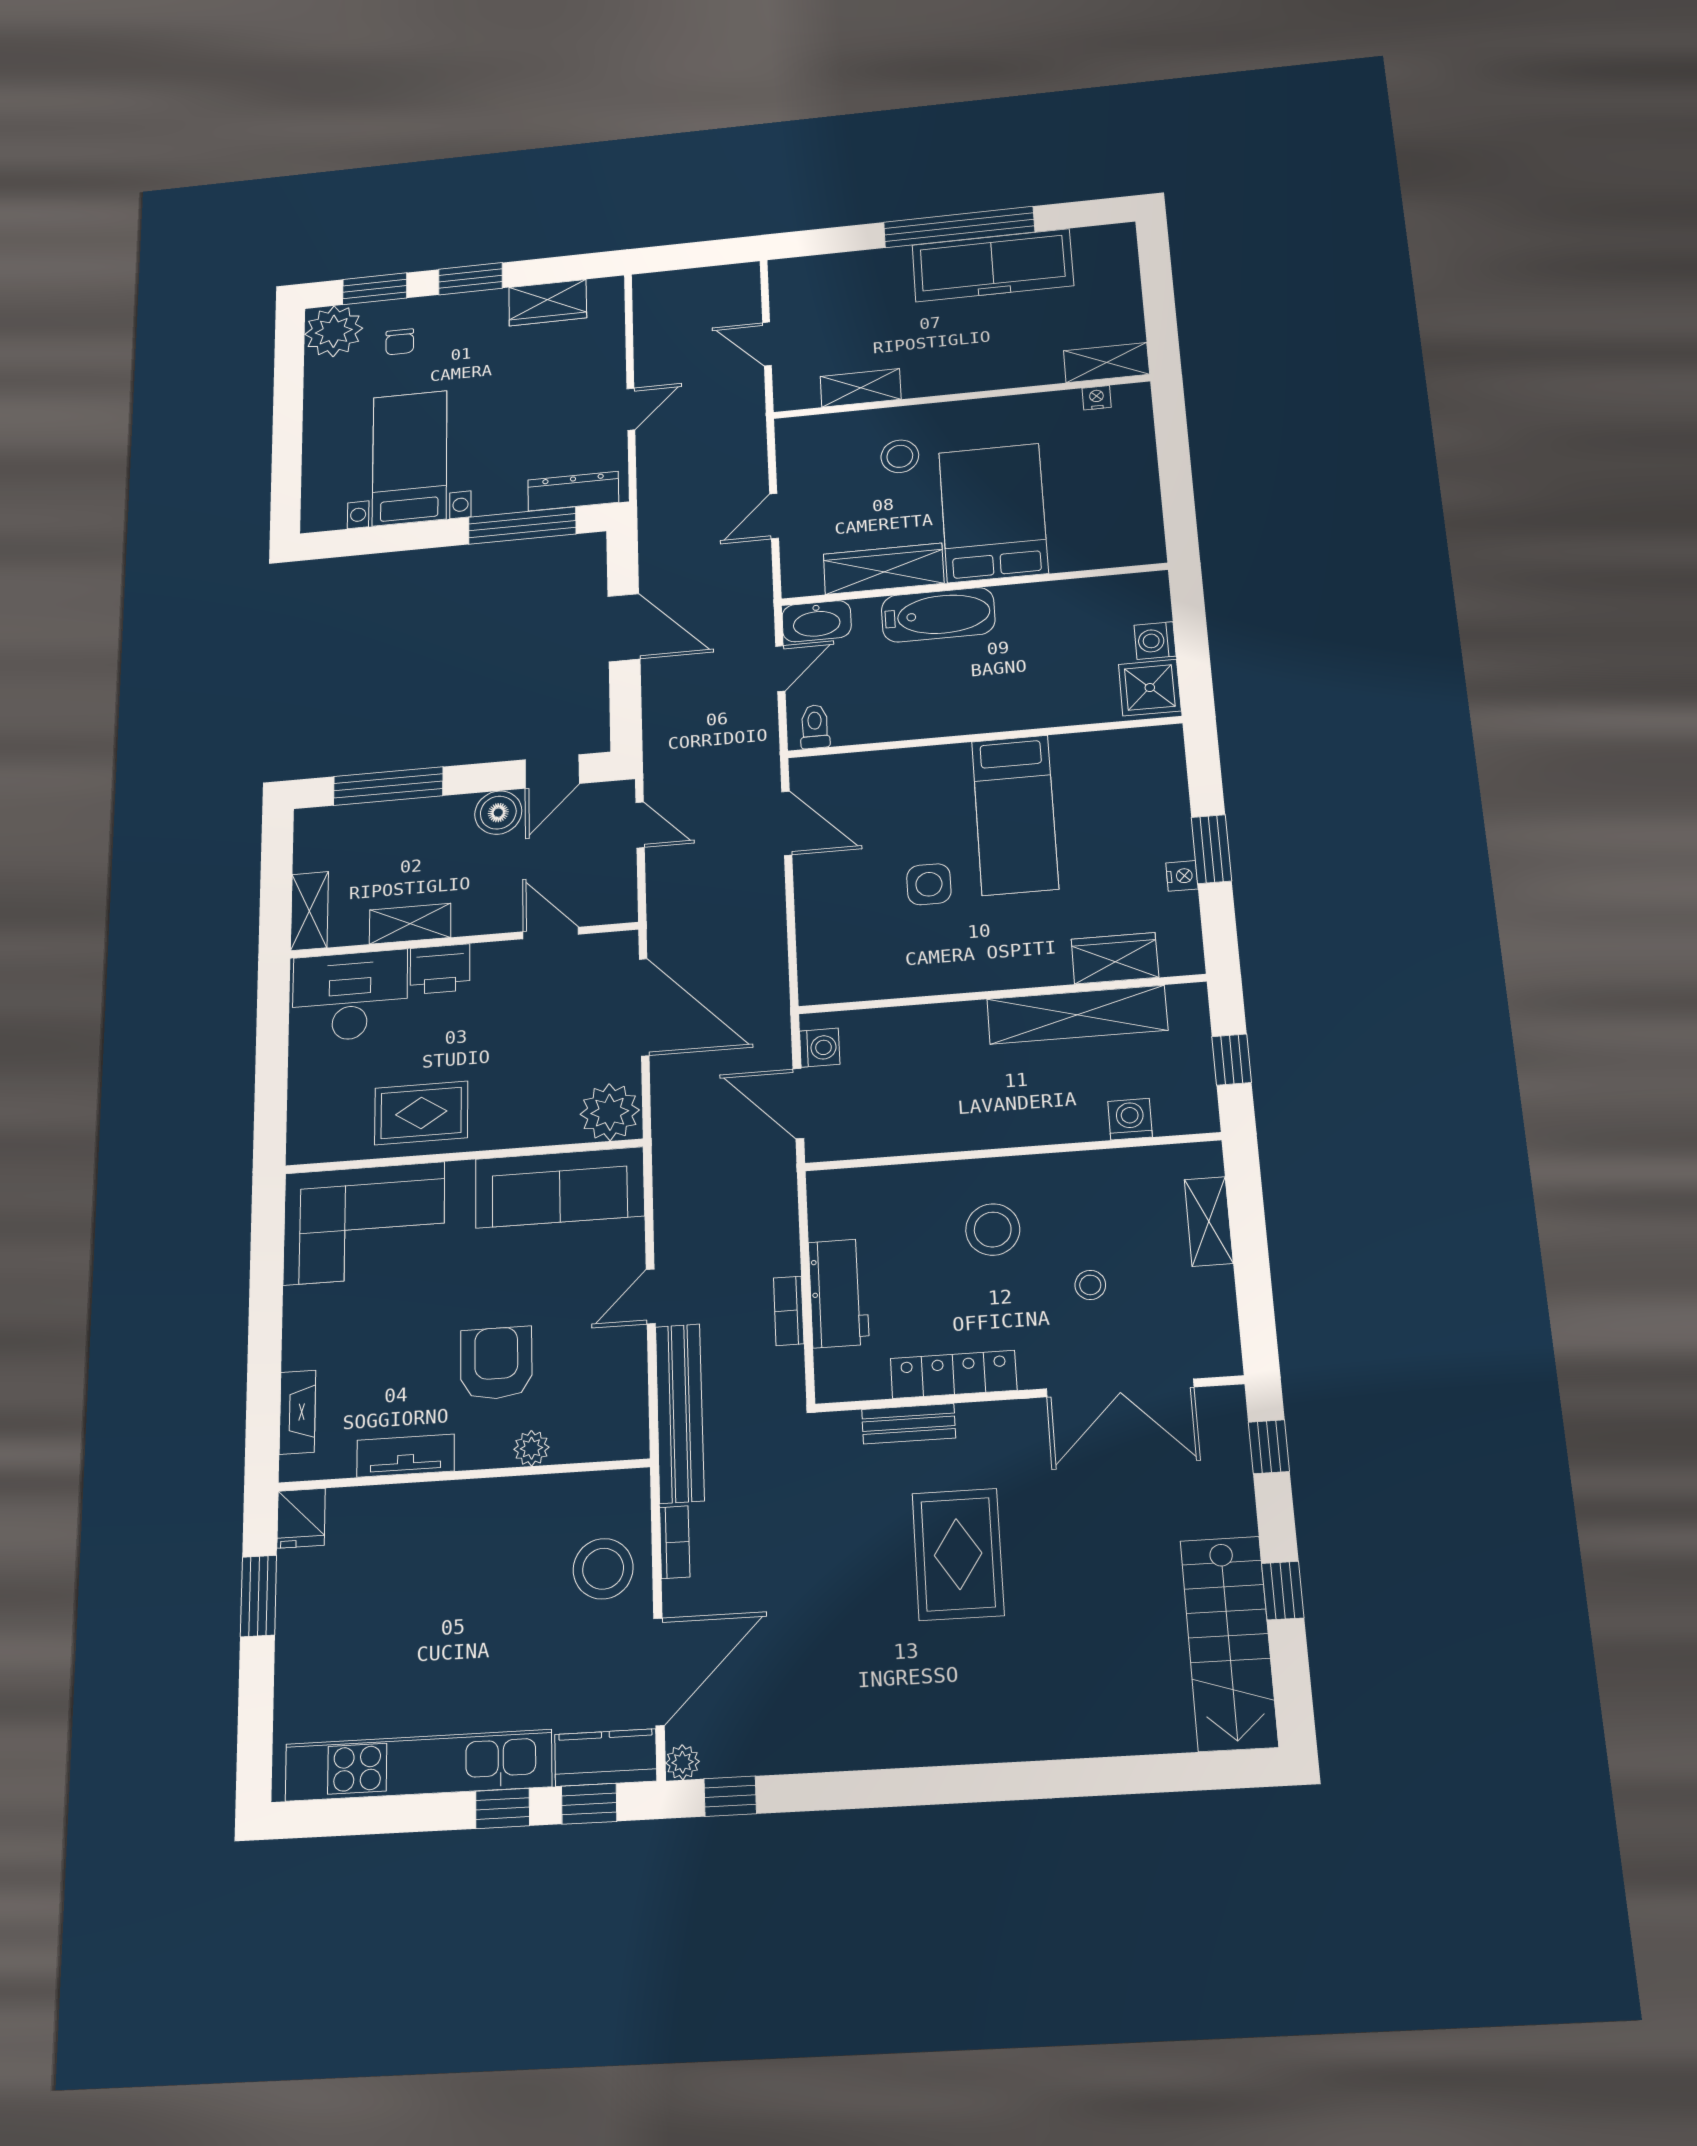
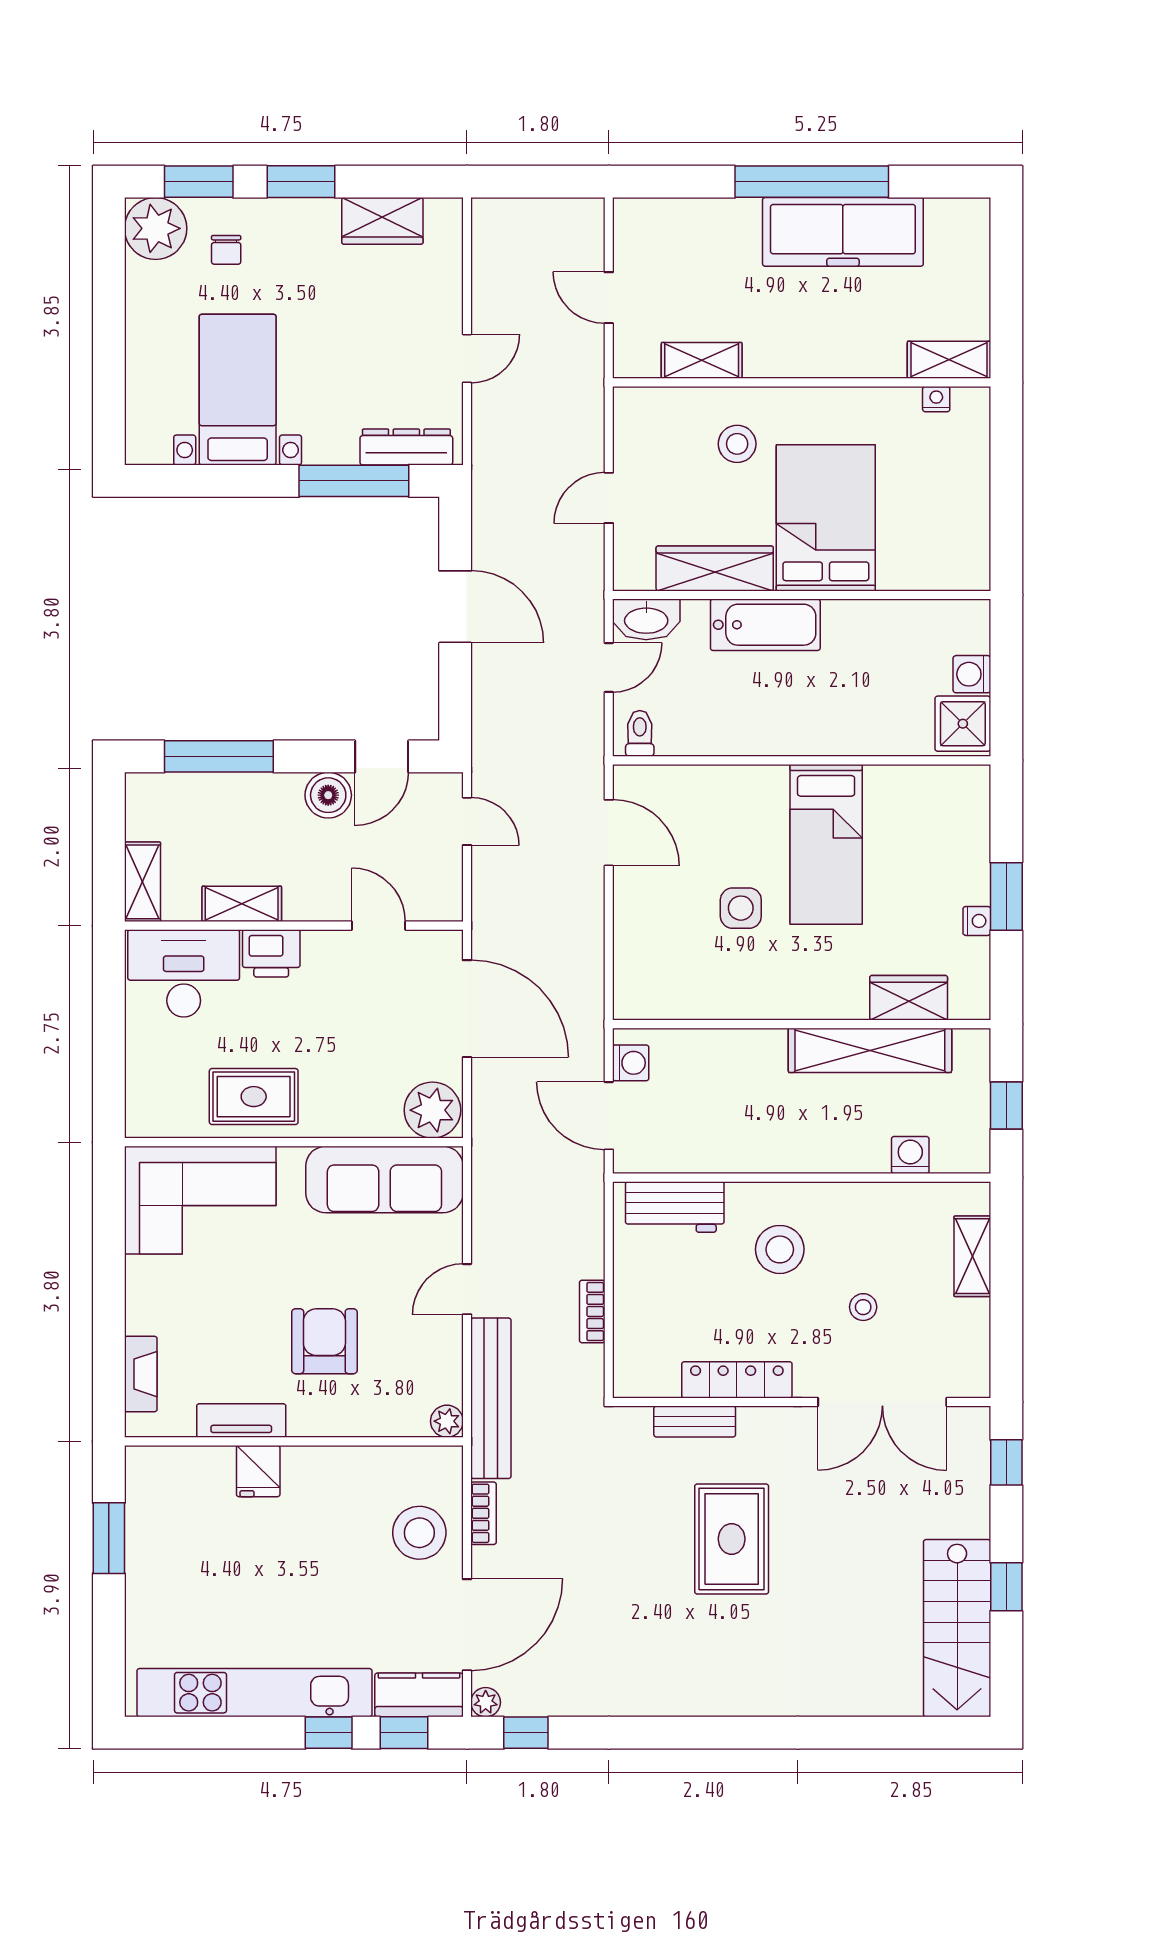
workbench: (839, 1293) -> (675, 1207), moved, turned 90
plant: (531, 1448) -> (447, 1421), moved
fridge: (301, 1518) -> (258, 1471), moved

